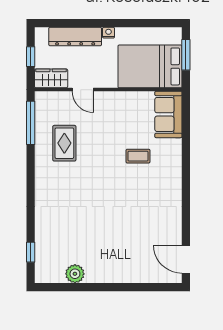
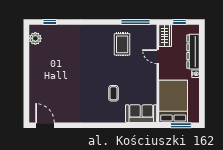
door: (83, 90) -> (158, 57), hinge flipped
rug: (64, 143) -> (122, 44), turned 90
door: (186, 259) -> (45, 125), hinge flipped
plant: (75, 274) -> (35, 38), moved

